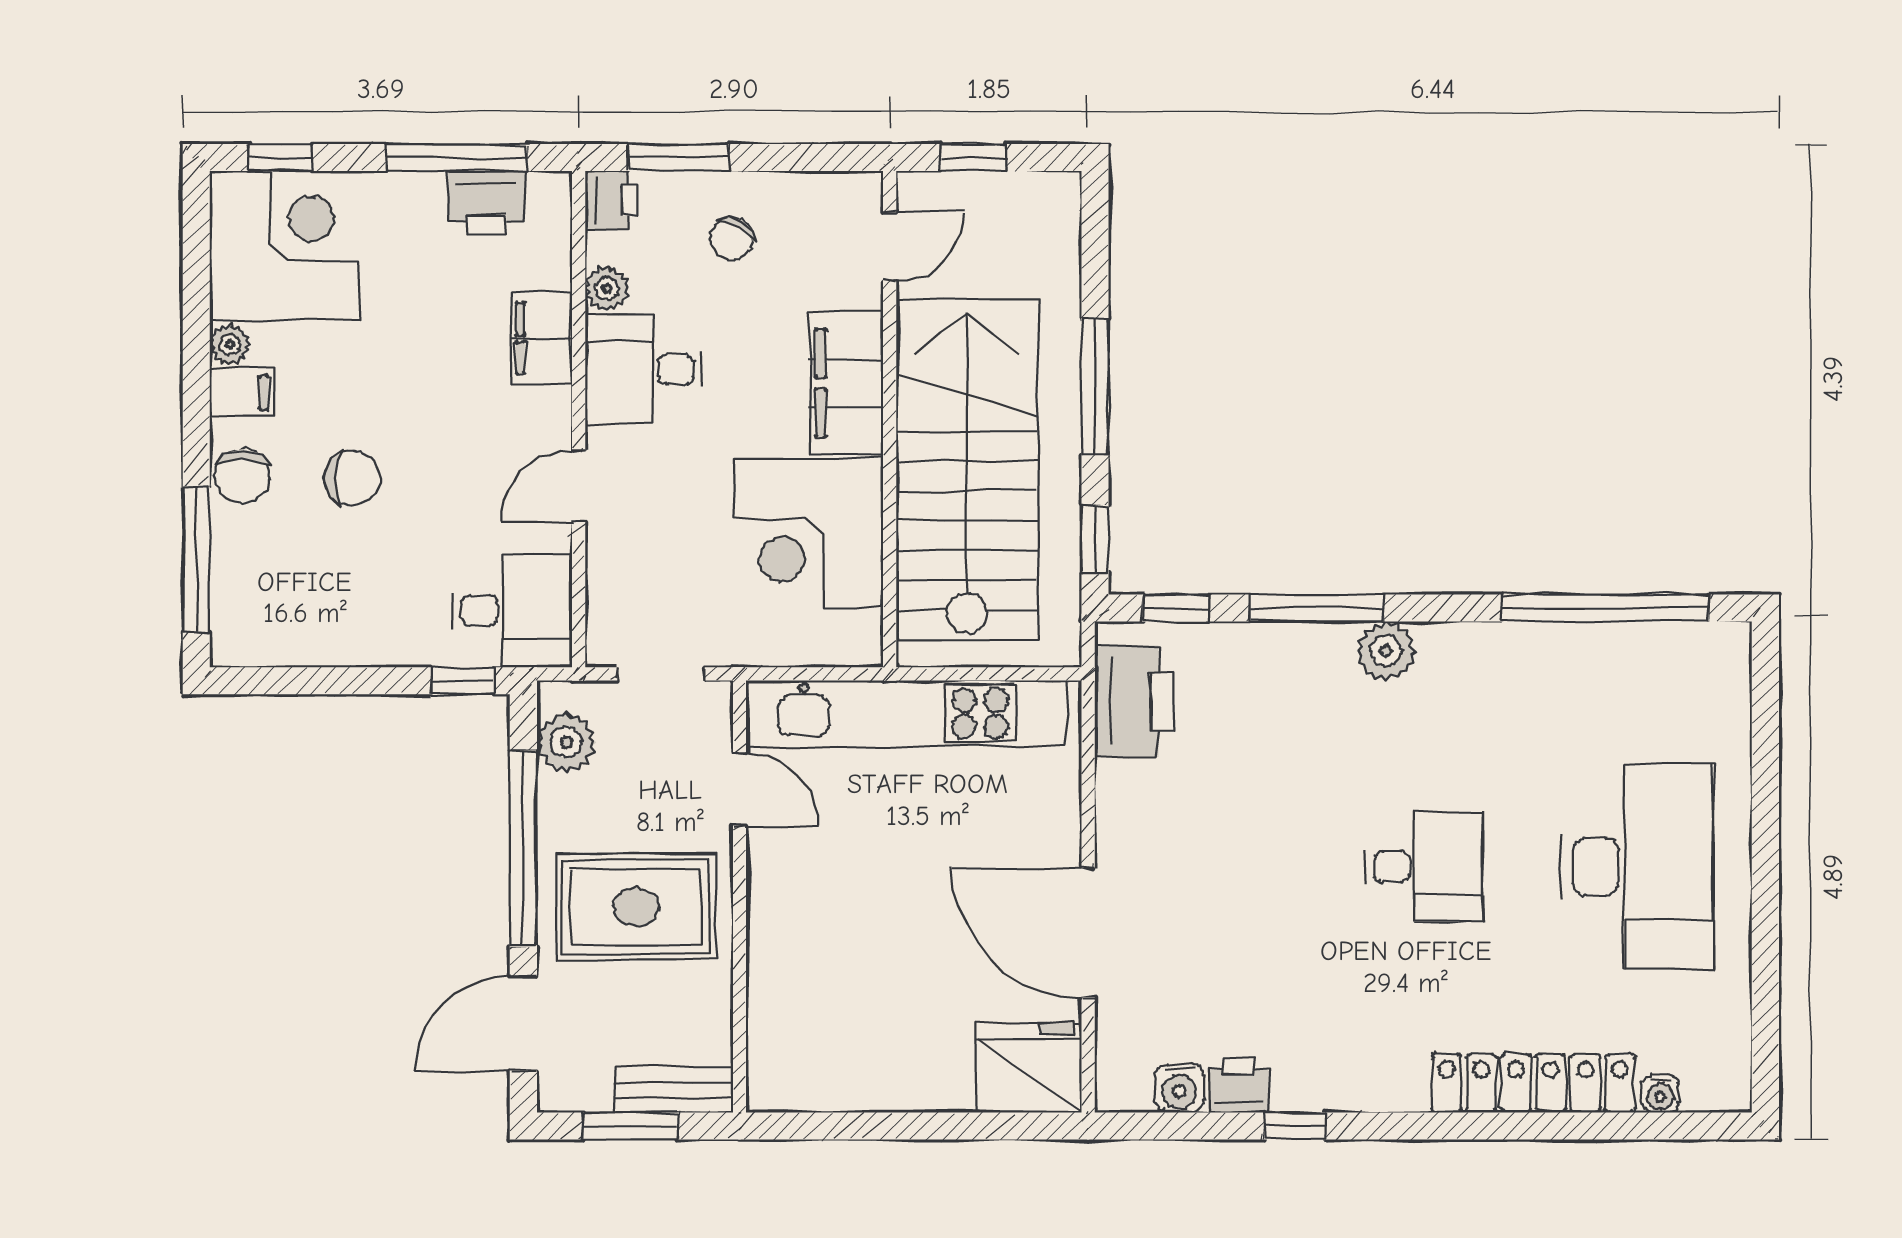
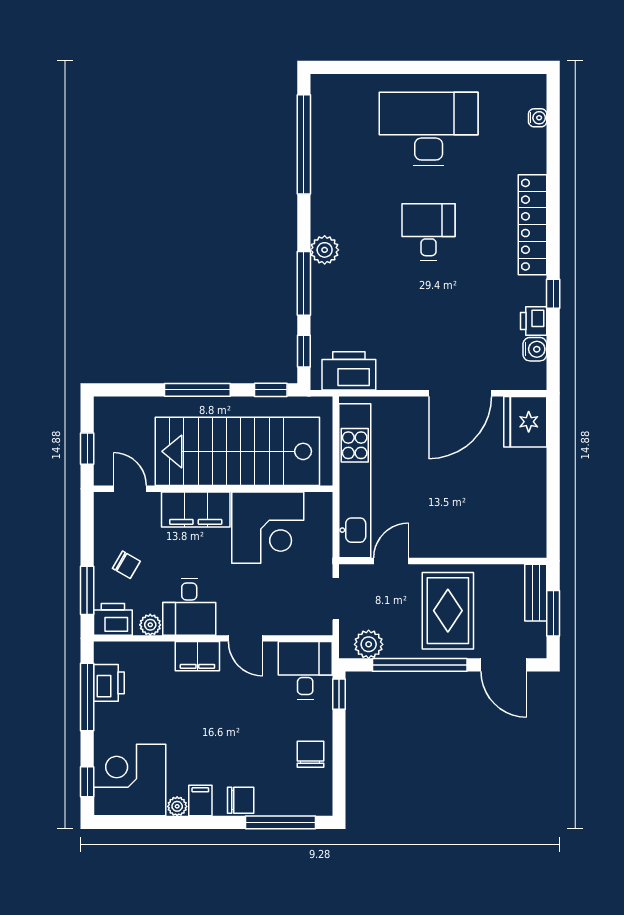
printer: (612, 200) -> (113, 619), width x1.36, depth x1.24
filing cabinet: (542, 338) -> (197, 656), moved
chair: (352, 478) -> (310, 754), moved
locker: (1533, 1083) -> (533, 225), moved

